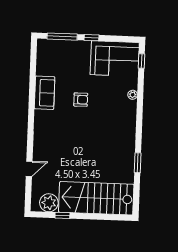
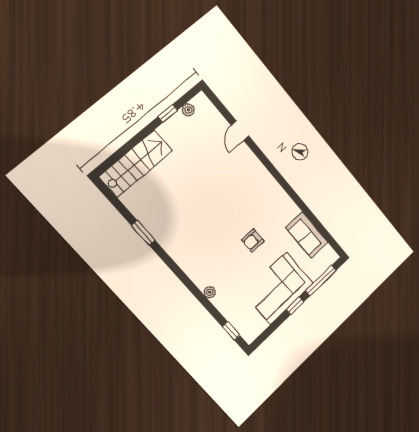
corner sofa: (115, 59) -> (279, 288), moved
sofa: (45, 93) -> (307, 235), moved
stairs: (96, 198) -> (136, 163), width x0.73, depth x0.66
plant: (49, 203) -> (188, 110), width x0.53, depth x0.53

